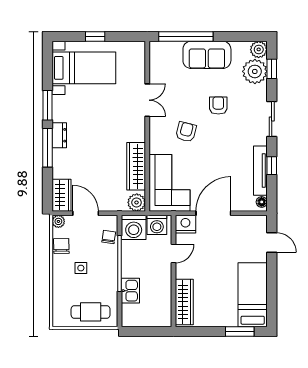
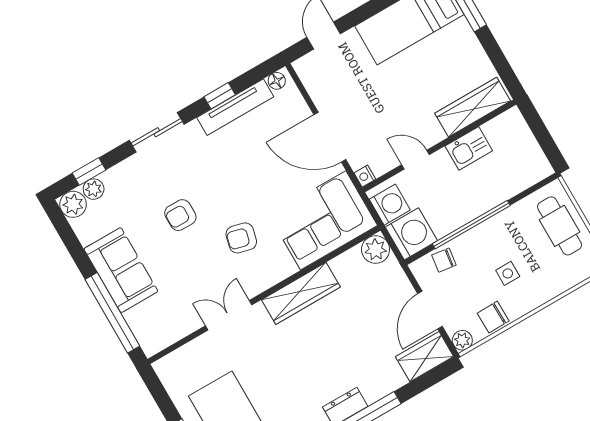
plant: (255, 71) -> (94, 189), width x0.53, depth x0.53
wardrobe: (136, 166) -> (301, 293), moved
nightstand: (185, 224) -> (365, 176), width x0.53, depth x0.56
kitchen sink: (130, 291) -> (469, 148), moved, turned 180

